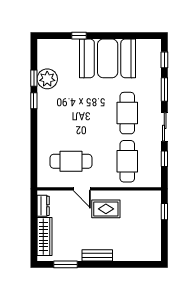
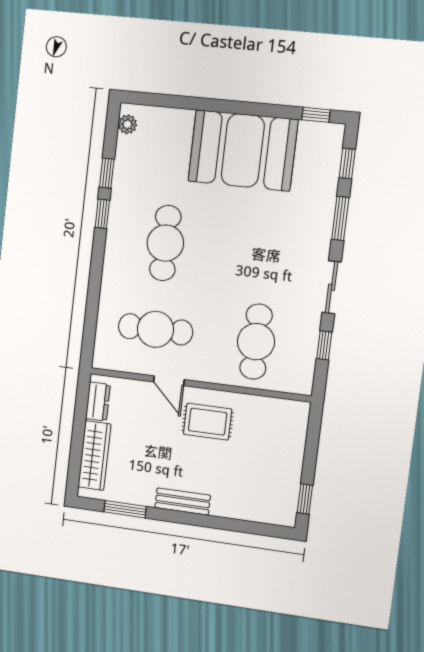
window: (79, 36) -> (316, 115), moved
plant: (47, 79) -> (127, 124), moved, width x0.53, depth x0.53
cafe table: (127, 113) -> (165, 243), moved
window: (164, 212) -> (305, 499), moved

